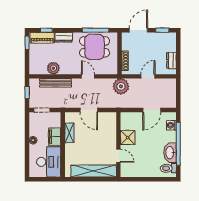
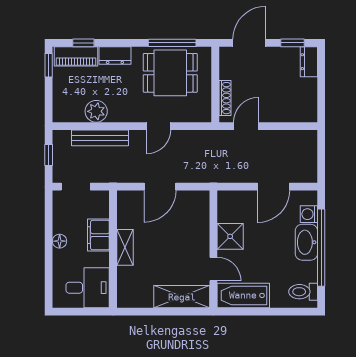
dresser: (171, 61) -> (309, 62), moved
door: (88, 76) -> (159, 126), swing flipped
door: (148, 76) -> (246, 126), moved
plant: (121, 86) -> (218, 144), removed
door: (89, 110) -> (160, 187), hinge flipped
shelving: (69, 133) -> (125, 247), moved
washbasin: (170, 153) -> (306, 242), moved
desk: (49, 162) -> (88, 288), width x0.73
bathtub: (135, 170) -> (243, 295), added
shelving: (94, 171) -> (182, 297), width x0.68

